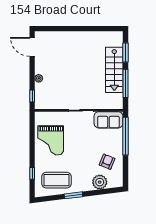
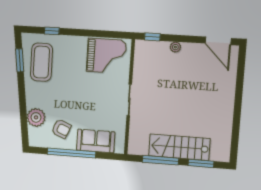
door: (32, 47) -> (218, 41), swing flipped
sofa: (108, 120) -> (96, 141), moved, turned 90
window: (125, 136) -> (71, 153), moved
grand piano: (51, 140) -> (106, 56), moved, turned 180
window: (73, 195) -> (20, 60), moved

